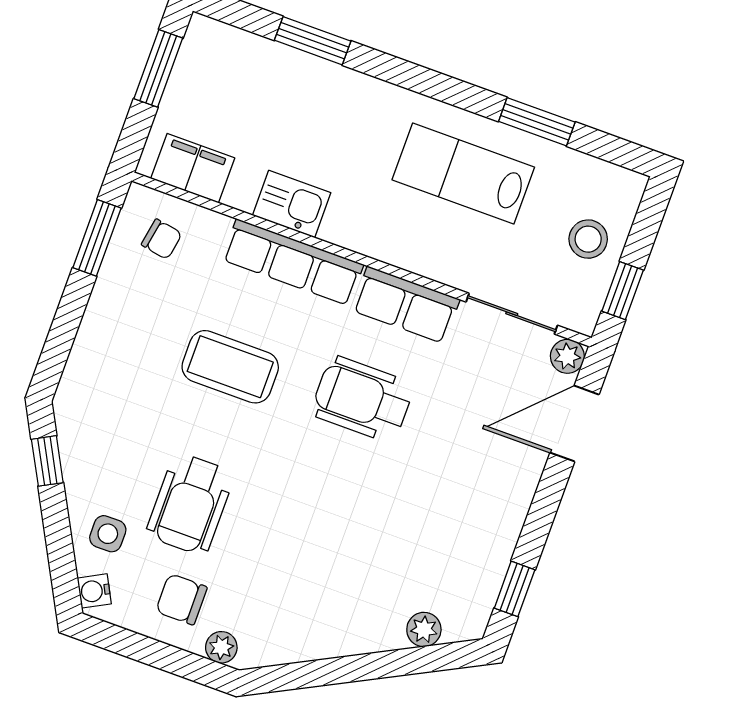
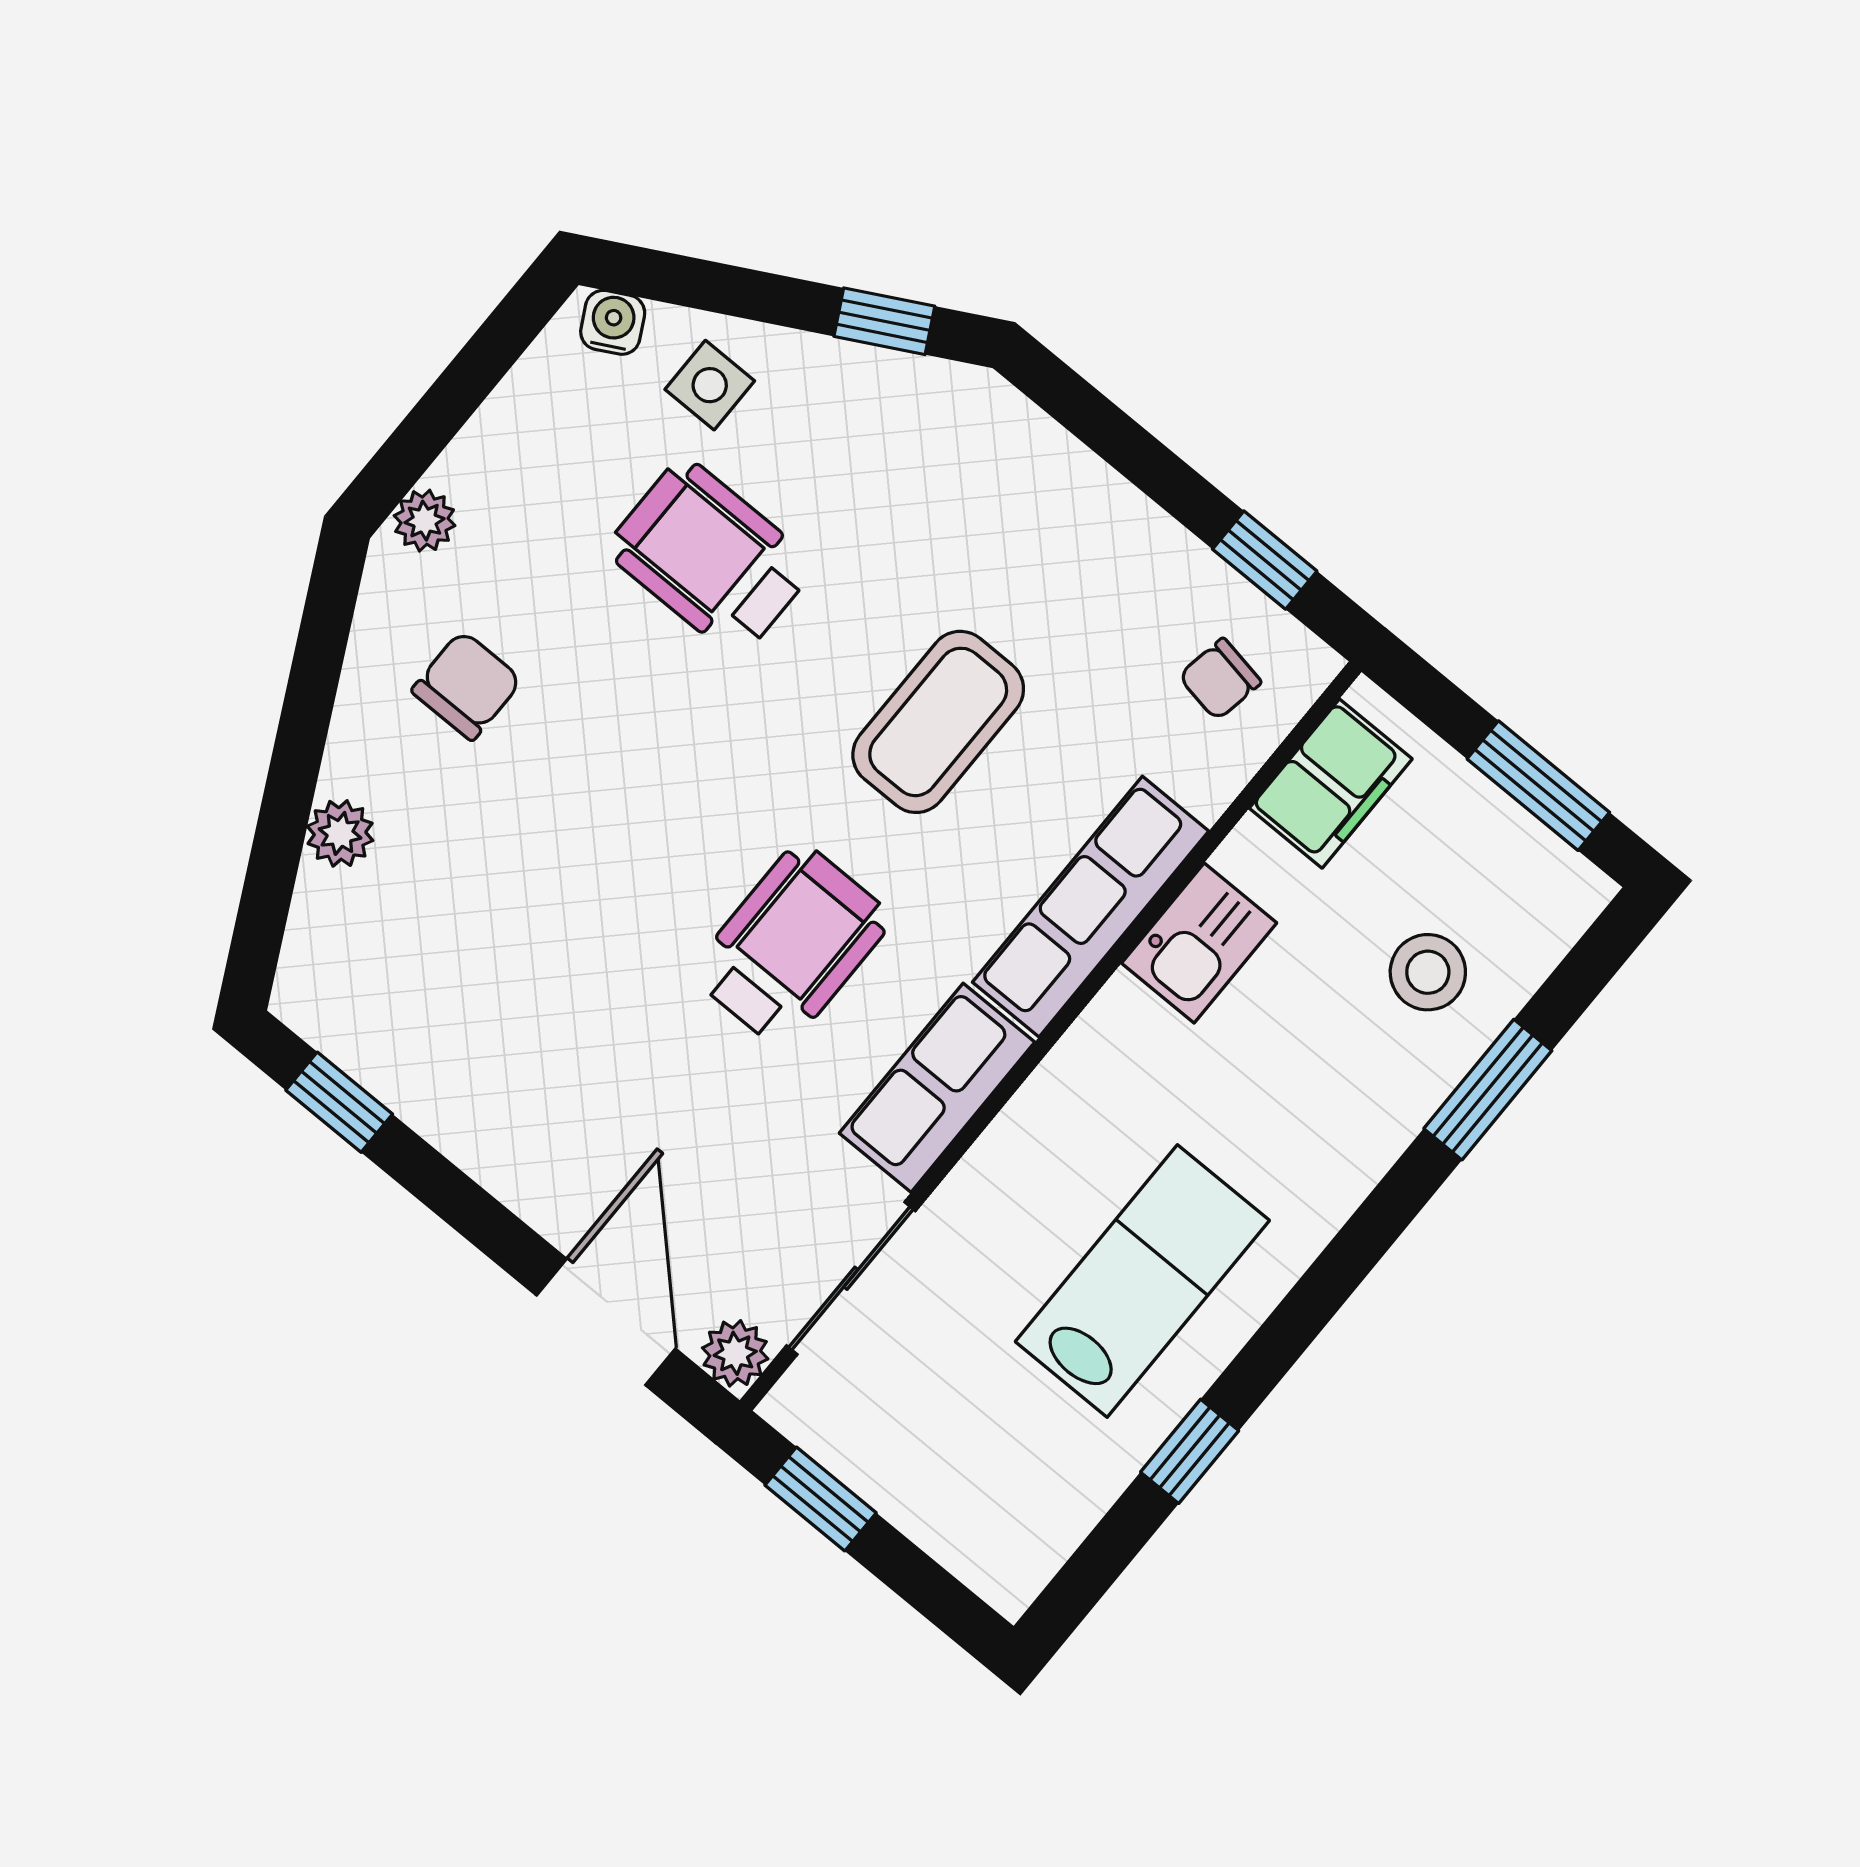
window: (537, 122) -> (1190, 1451), width x0.67
window: (97, 238) -> (1265, 560), width x0.67
stool: (588, 239) -> (1428, 972), moved
chair: (181, 599) -> (467, 685), moved
plant: (424, 629) -> (340, 833), moved

